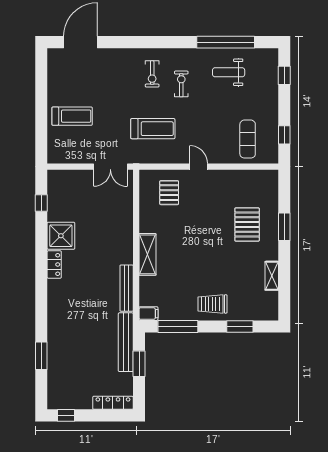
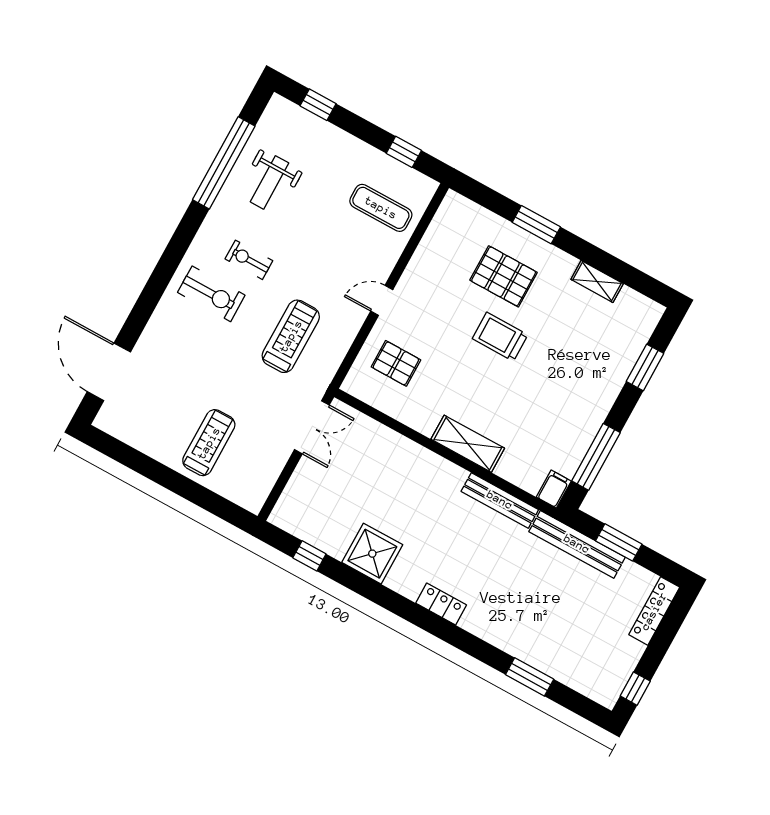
exercise bike: (152, 74) -> (211, 294), width x1.38, depth x1.39
locker: (54, 264) -> (441, 604), moved
trolley: (212, 304) -> (500, 337), moved, turned 90

